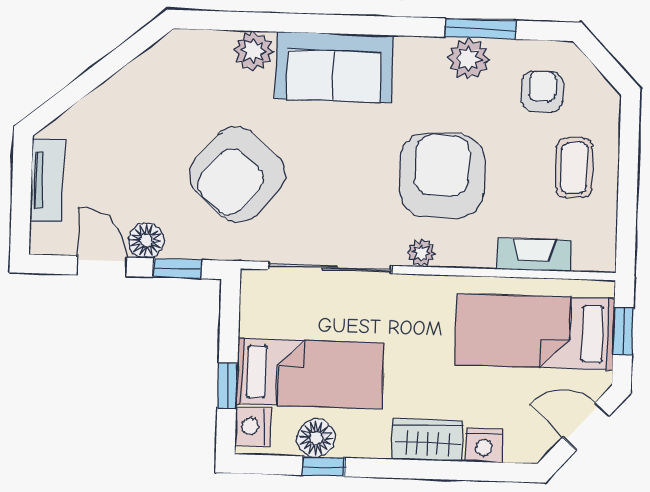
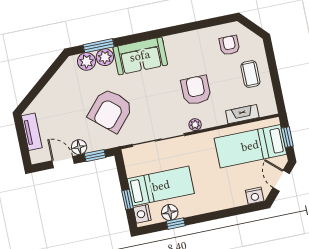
window: (480, 29) -> (99, 46), moved
plant: (469, 59) -> (87, 61), moved
armchair: (442, 175) -> (196, 90), width x0.73, depth x0.73
door: (586, 426) -> (281, 181), hinge flipped
wardrobe: (428, 440) -> (216, 202), removed
nightstand: (484, 445) -> (255, 196), moved

